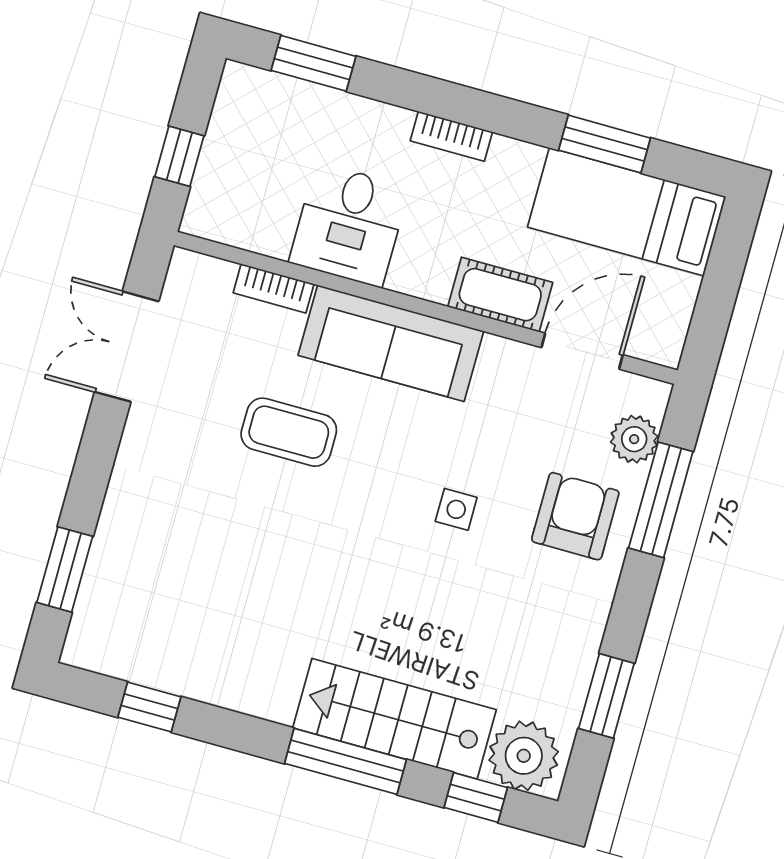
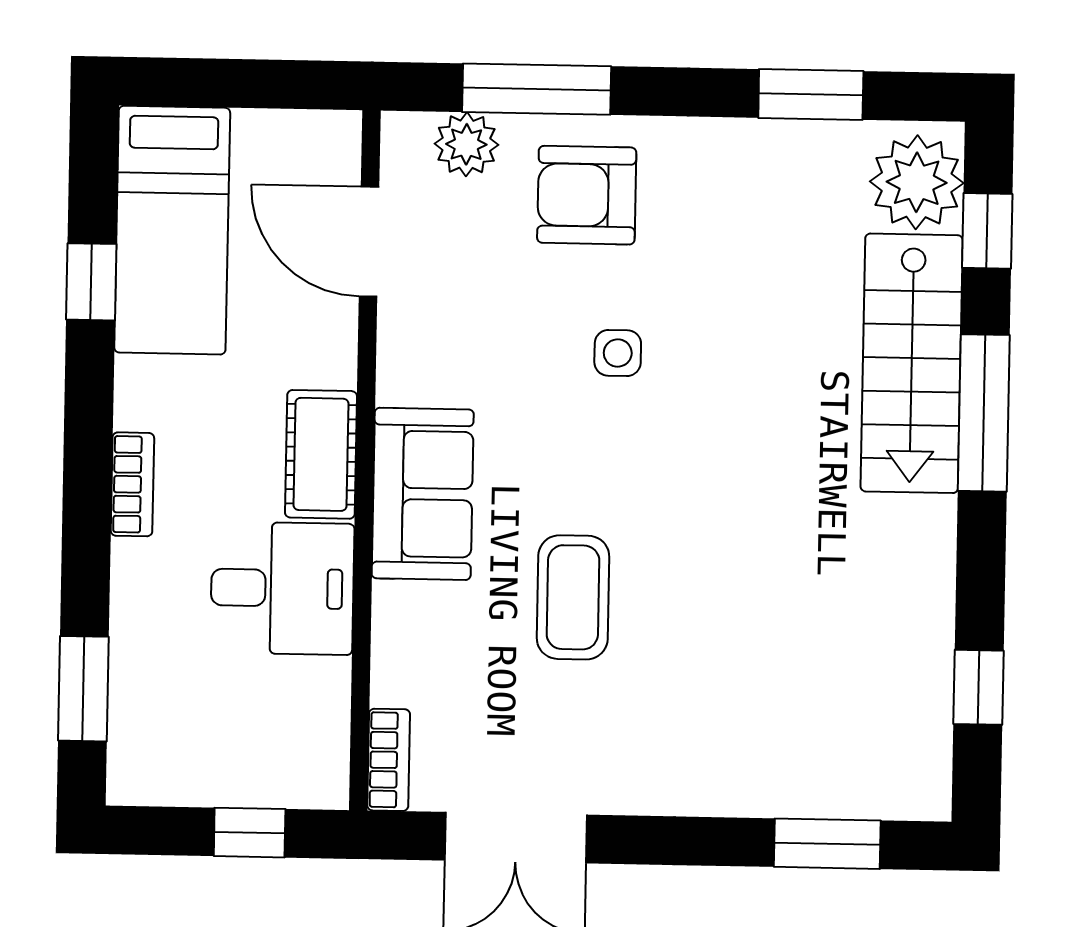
window: (605, 144) -> (91, 282), width x0.67
bookcase: (274, 288) -> (389, 760), moved
cot: (500, 295) -> (321, 454), moved
sofa: (391, 343) -> (423, 494), width x0.73

